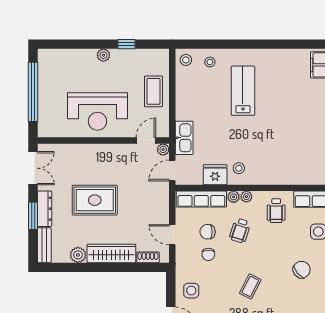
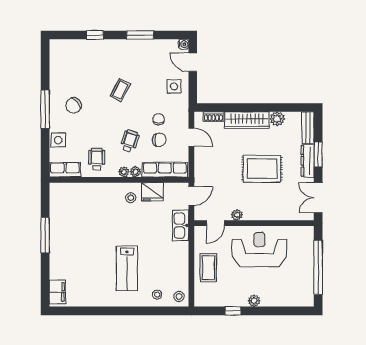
plant: (163, 149) -> (237, 215), moved

